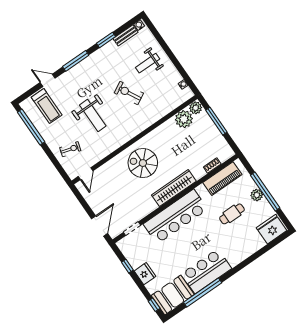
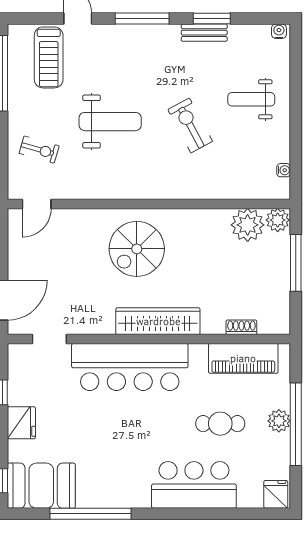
bench: (126, 35) -> (204, 33), moved
weight bench: (93, 115) -> (110, 122), turned -90
spiral stairs: (143, 163) -> (137, 249), turned -90
fridge: (272, 229) -> (276, 494), width x0.53, depth x0.75
bar counter: (206, 271) -> (194, 485), moved

